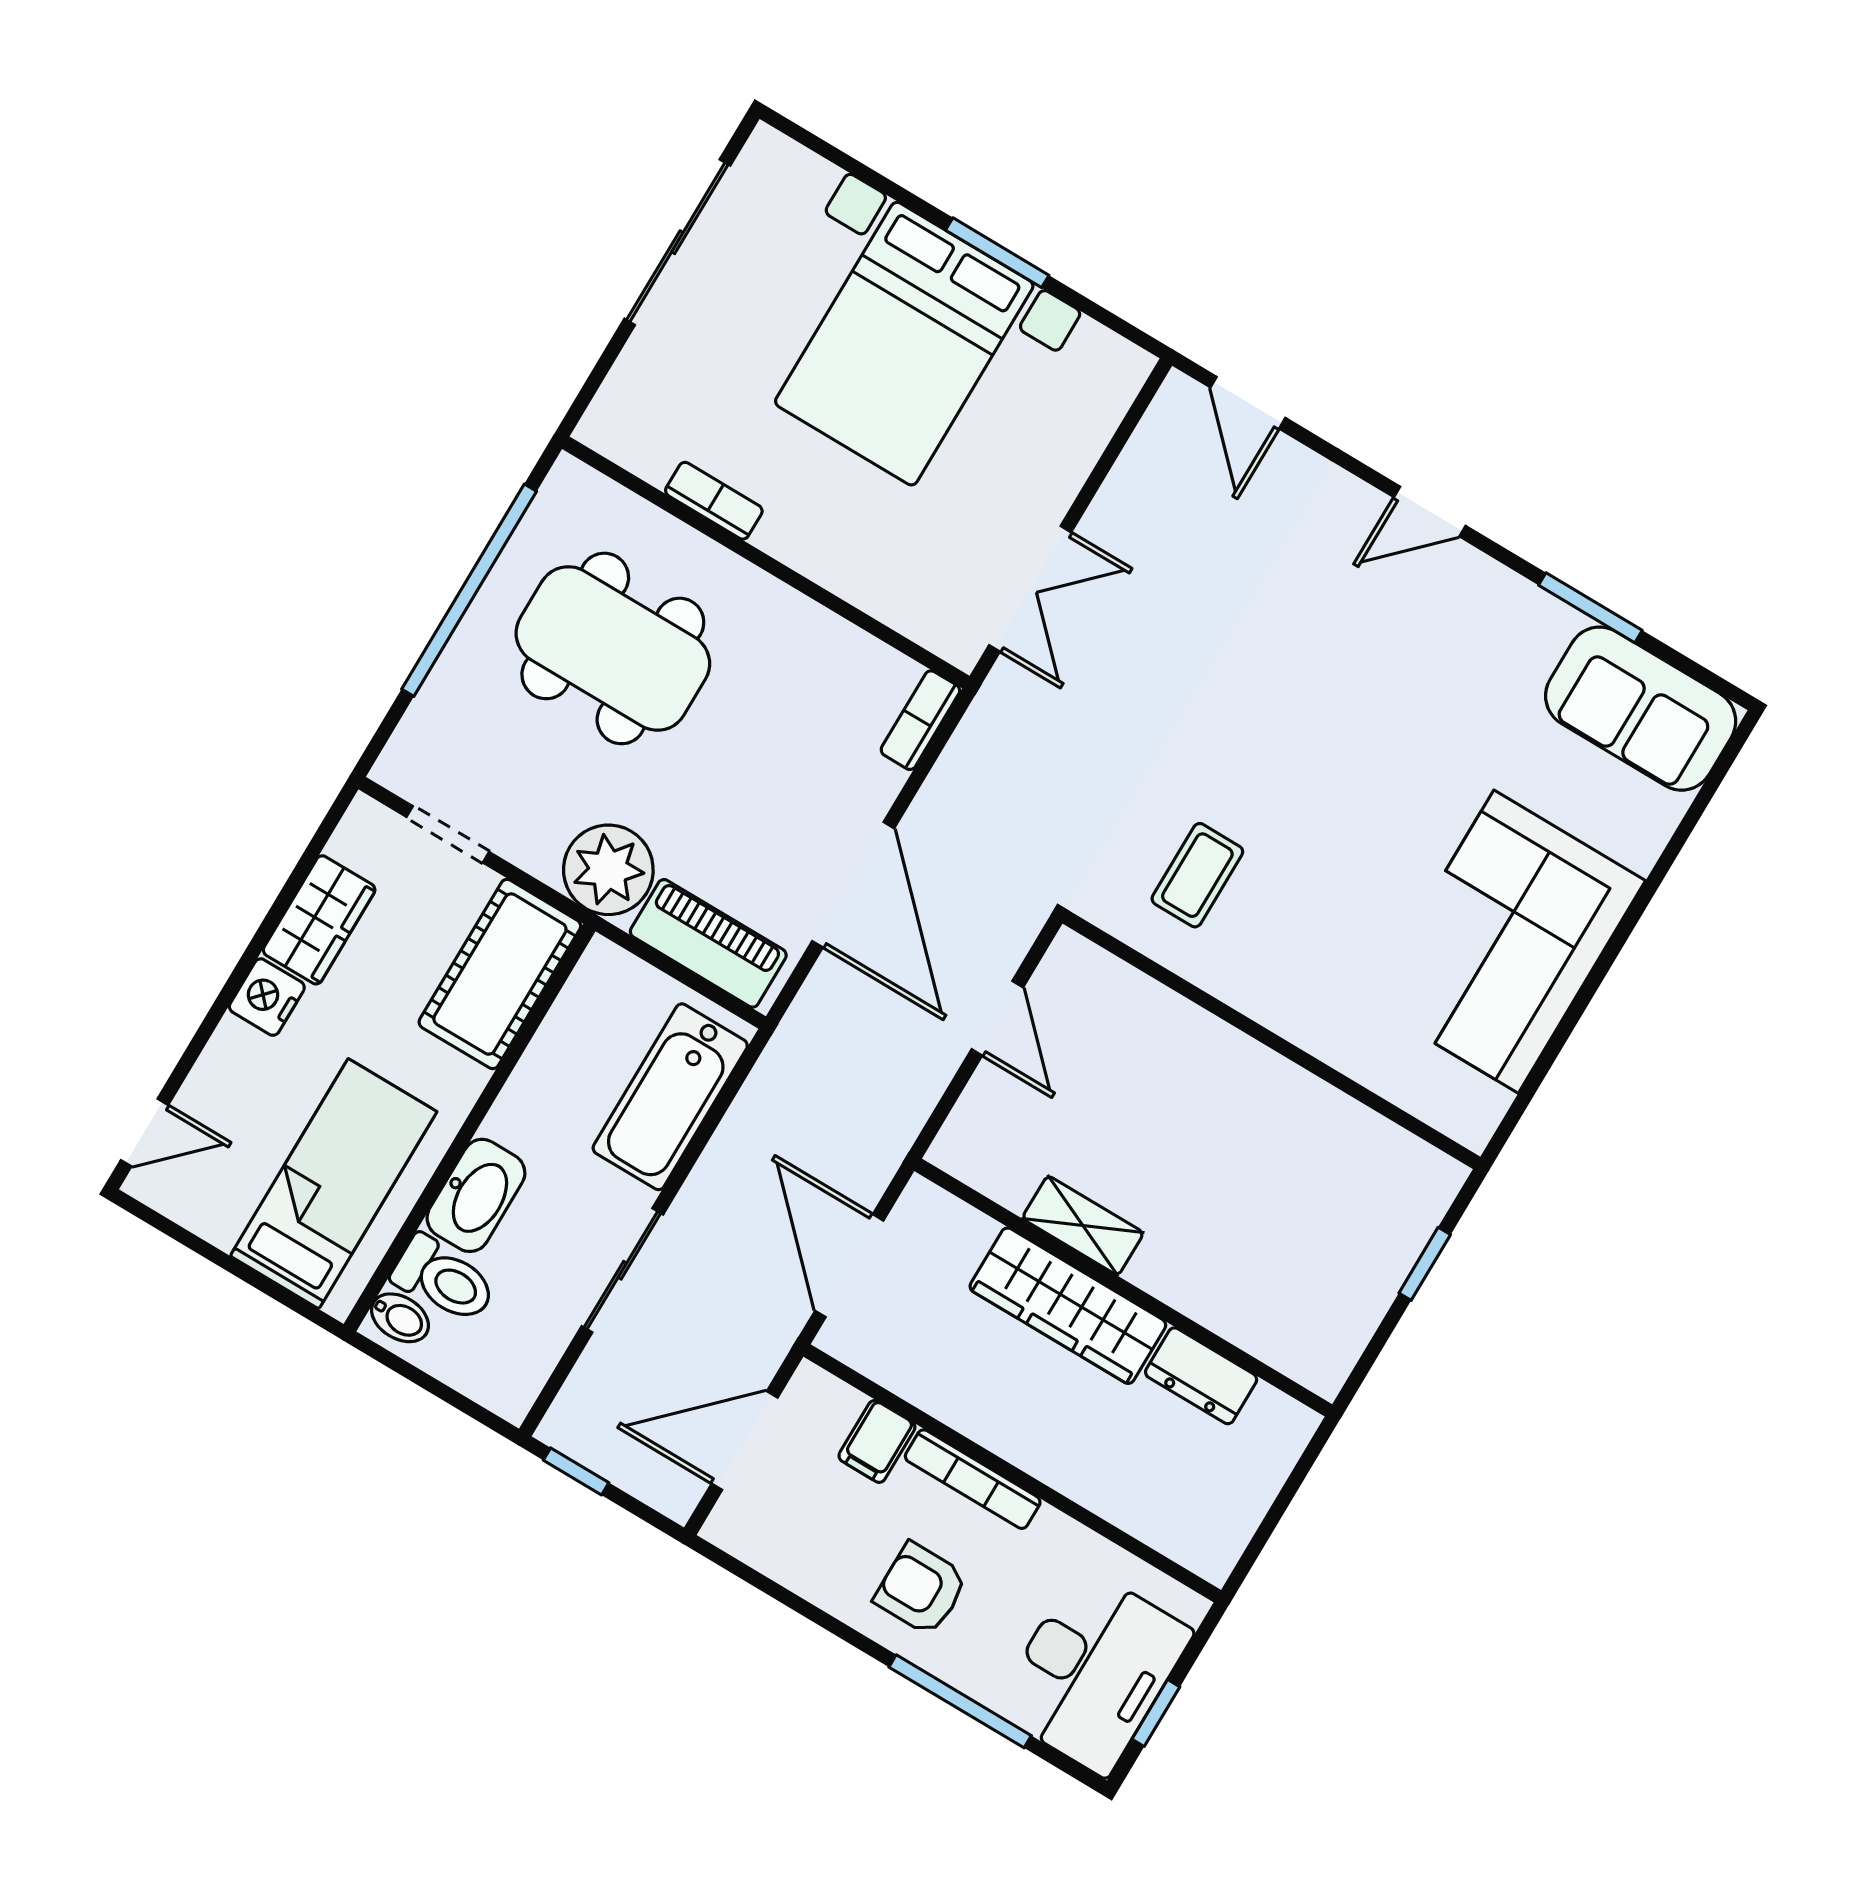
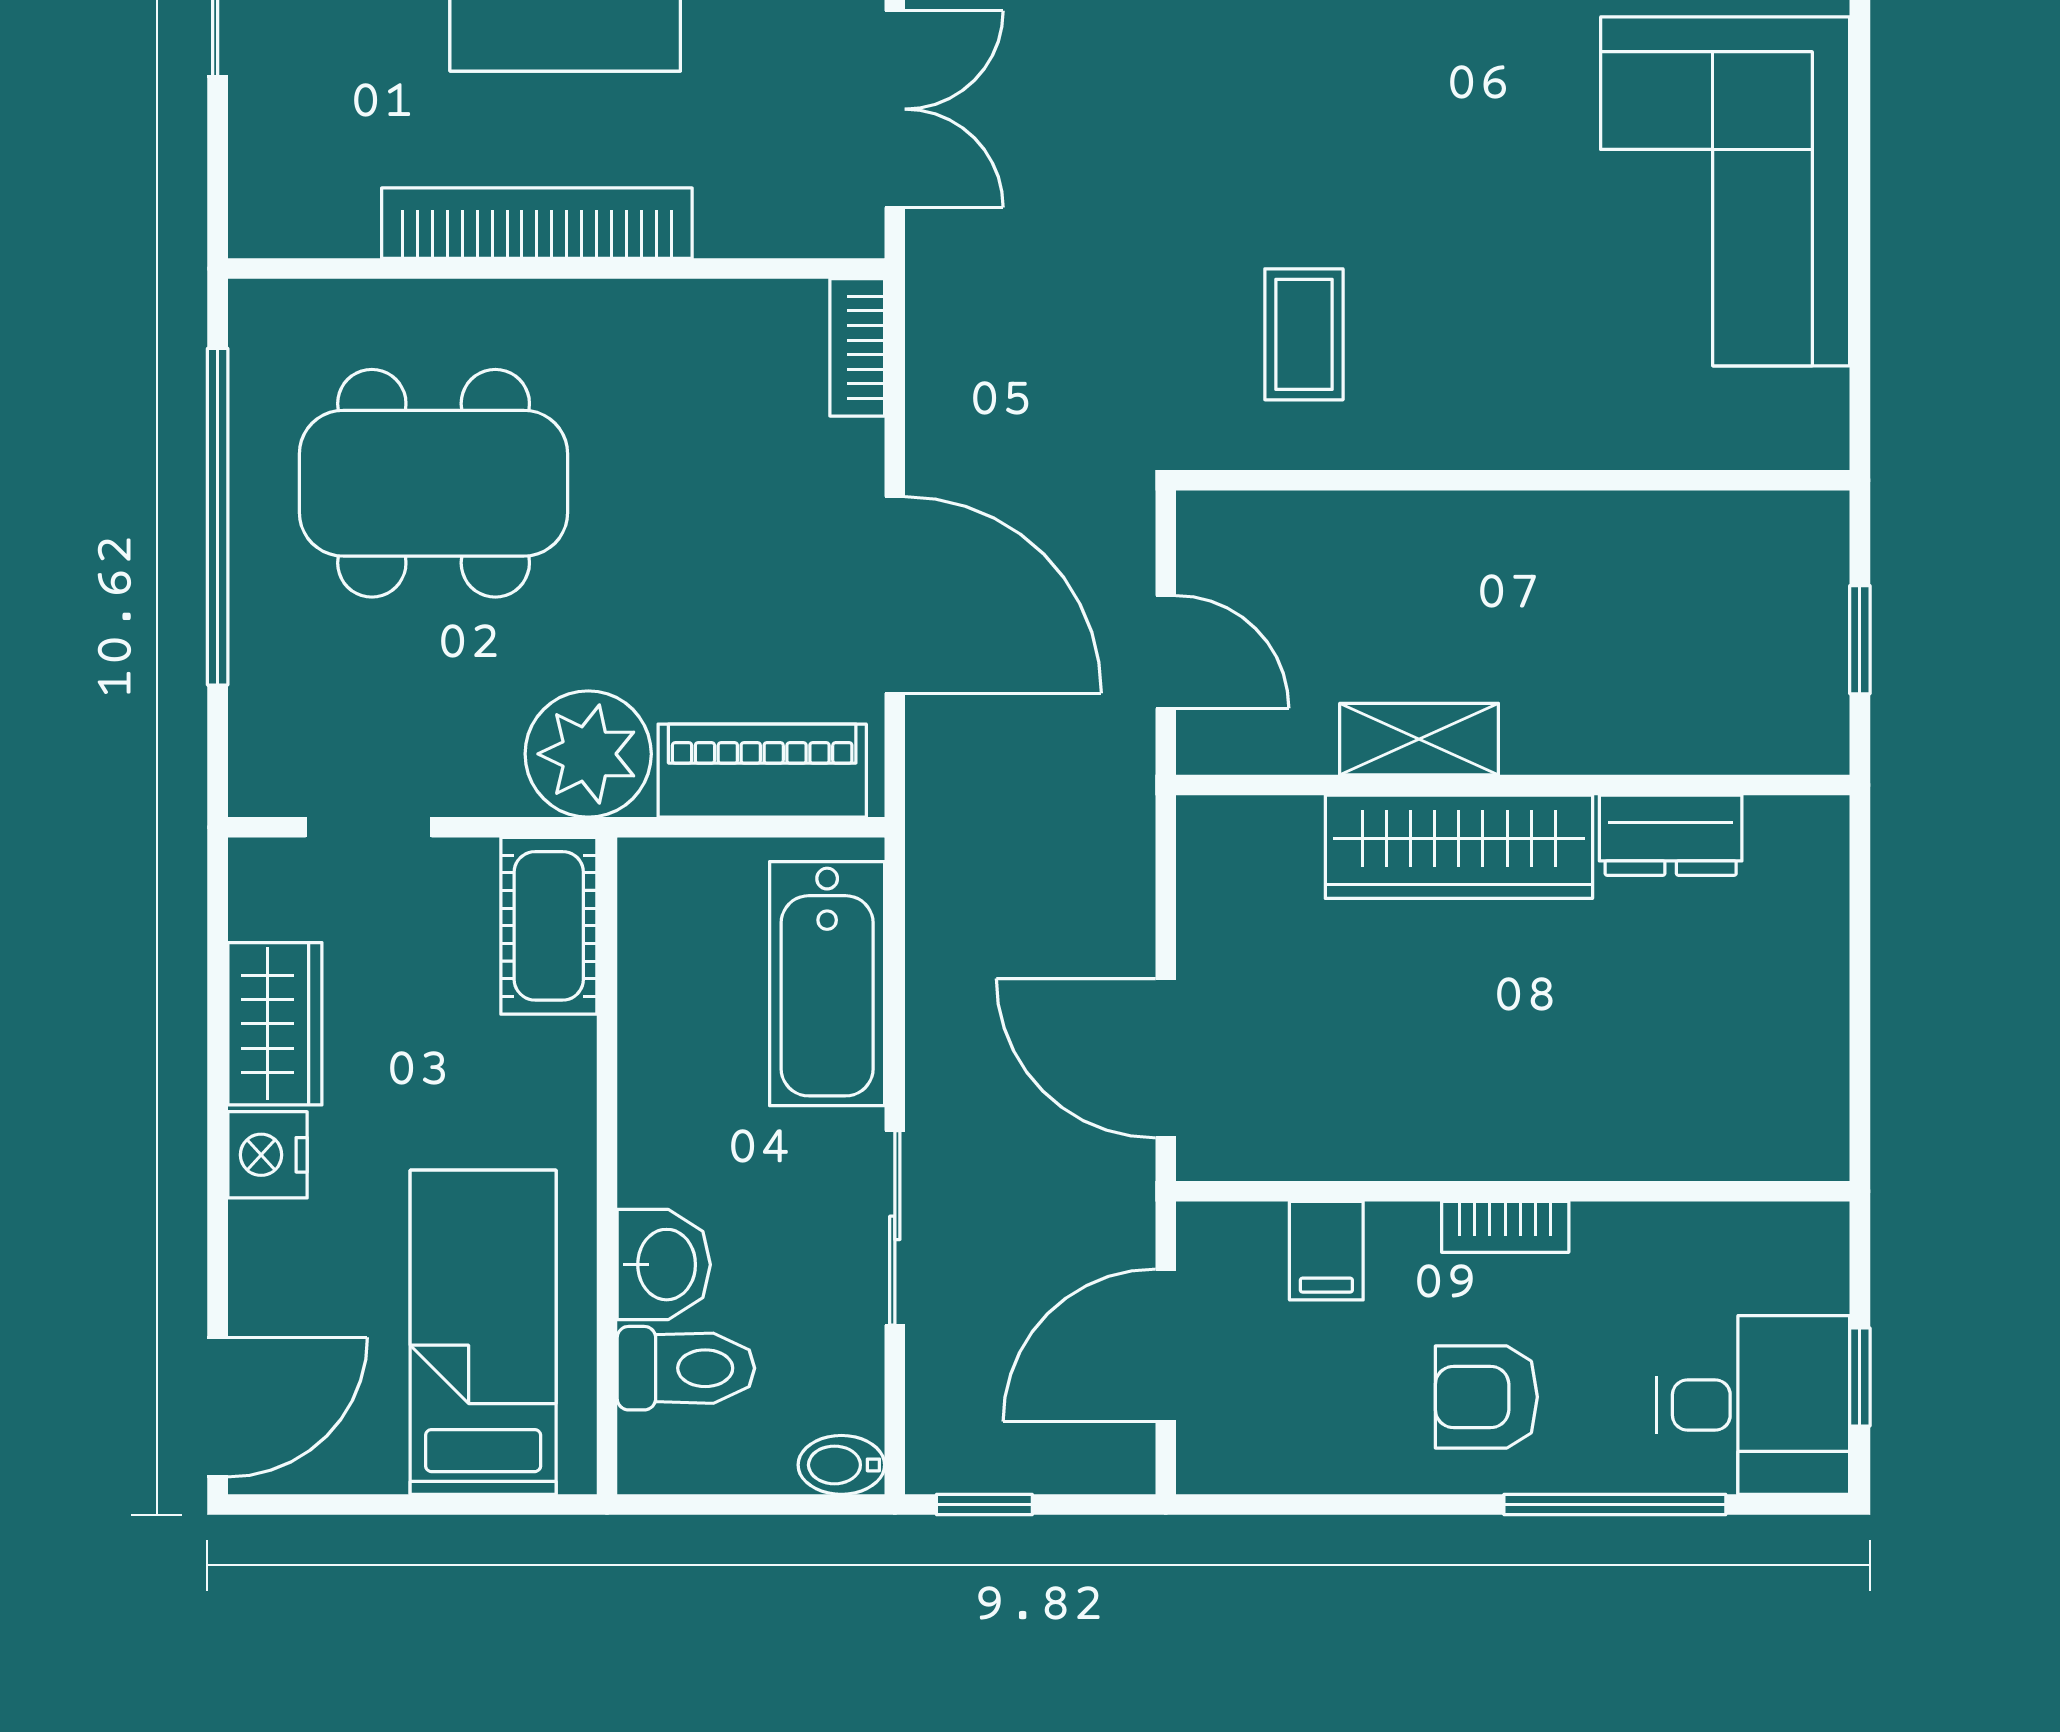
bookcase: (714, 501) -> (537, 223), width x2.31, depth x1.31
cot: (500, 974) -> (549, 926), width x0.73, depth x0.75
door: (144, 1133) -> (218, 1407), width x1.38
washbasin: (476, 1195) -> (664, 1265), width x0.72
shelving: (1083, 1226) -> (1419, 739), moved
wall: (1123, 1288) -> (1513, 785), moved
wardrobe: (1068, 1306) -> (1459, 847), moved
bidet: (400, 1318) -> (841, 1465), moved, turned 180
dresser: (1201, 1376) -> (1671, 835), moved
bookcase: (973, 1479) -> (1505, 1227), width x0.64
desk: (1093, 1671) -> (1753, 1405), width x0.73

